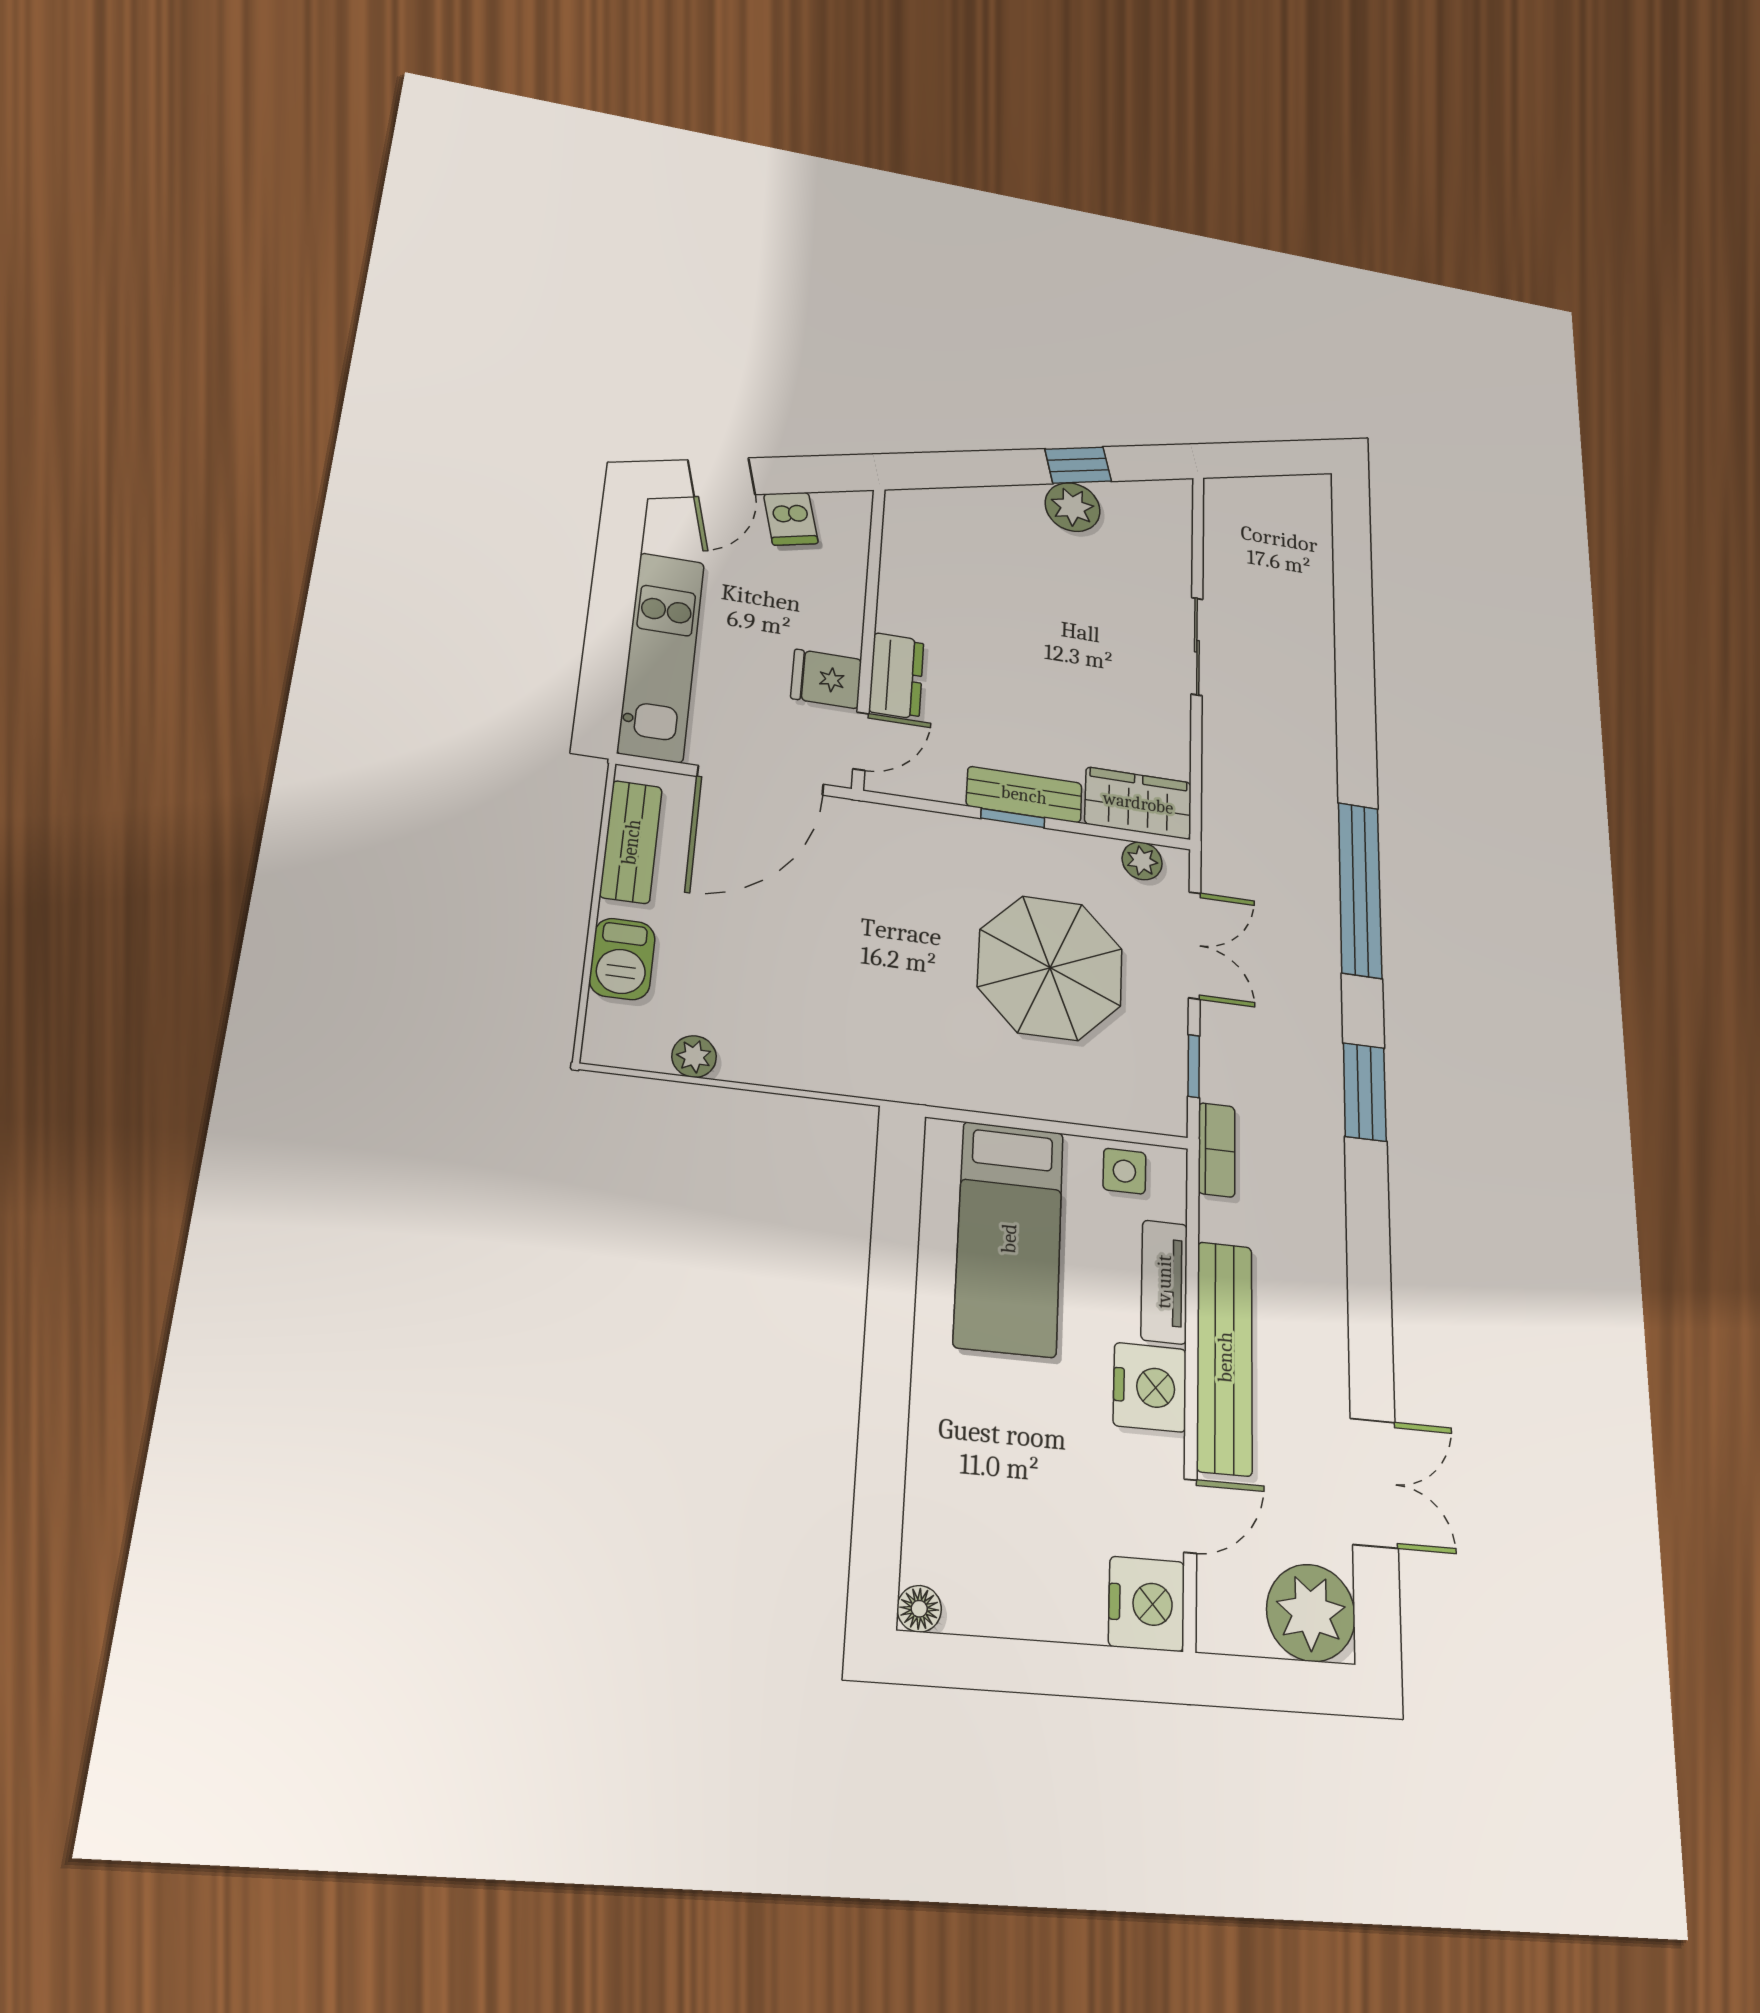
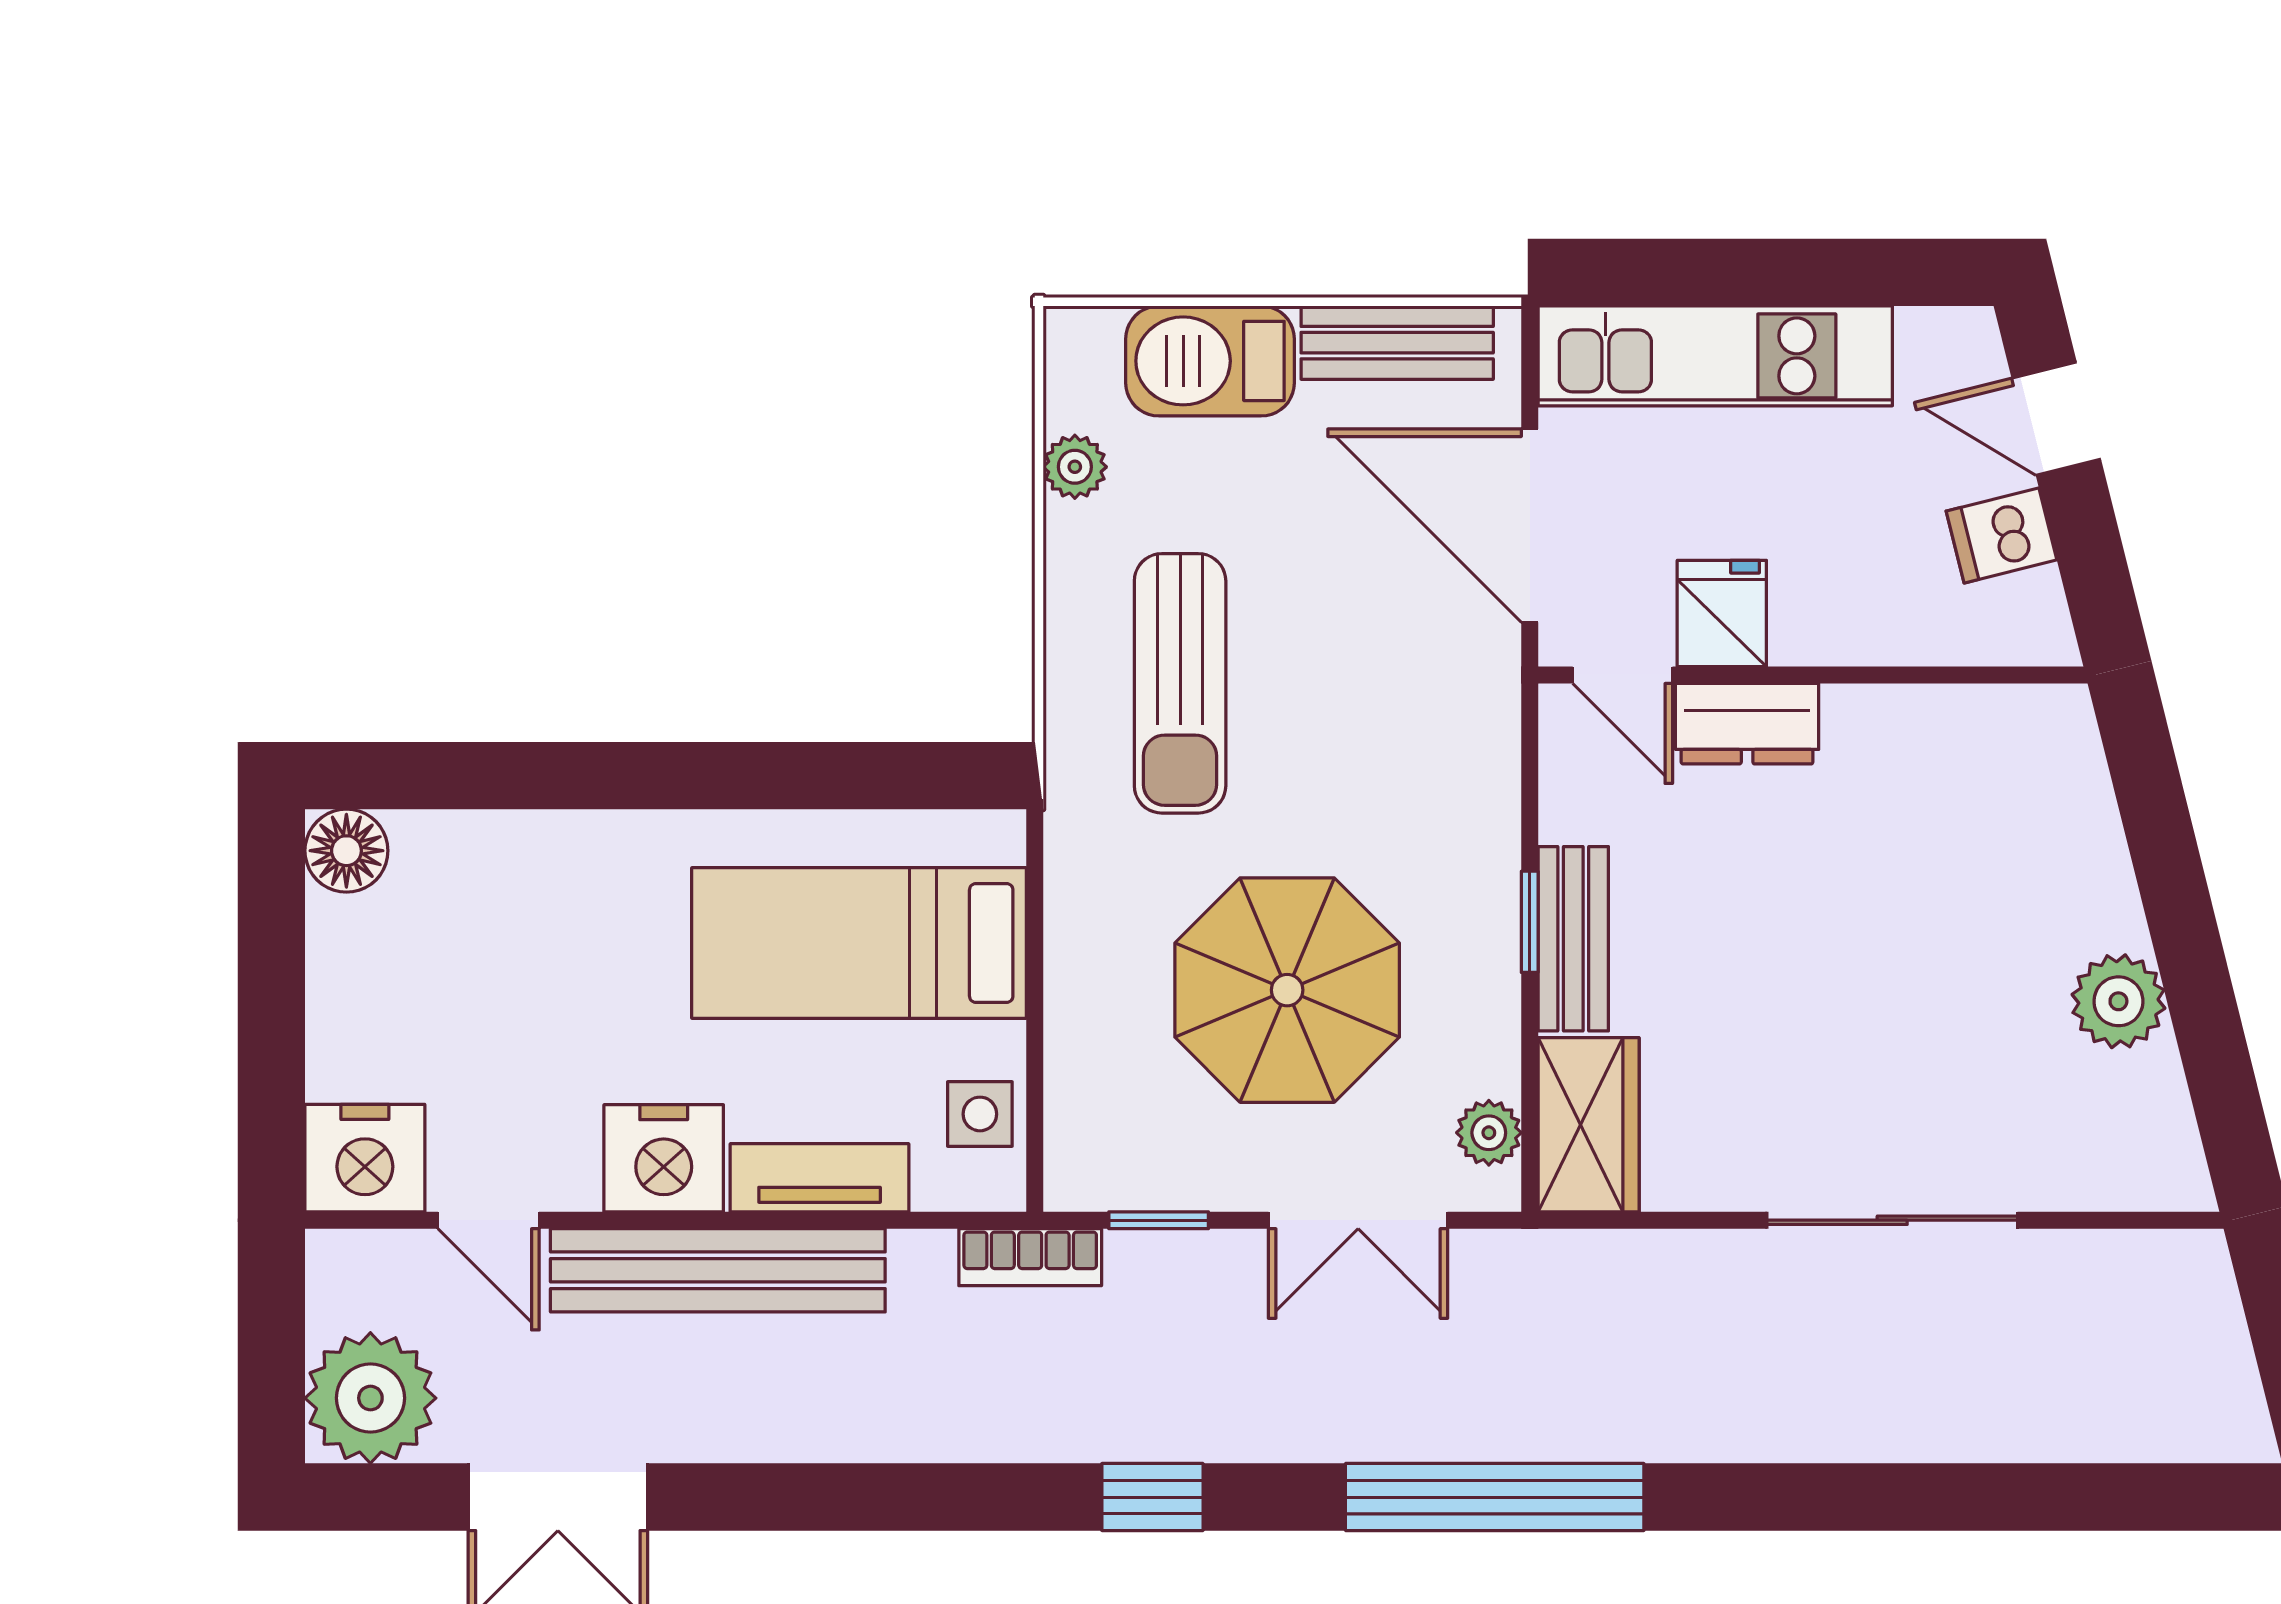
window: (1078, 465) -> (2203, 1009), removed
sliding door: (1197, 646) -> (1892, 1220), width x1.37
barbecue: (622, 959) -> (1210, 361), width x1.38, depth x1.27
sun lounger: (847, 1008) -> (1180, 683), added
window: (1365, 1092) -> (1152, 1497), width x0.67
floor lamp: (919, 1609) -> (346, 851), width x1.37, depth x1.37

